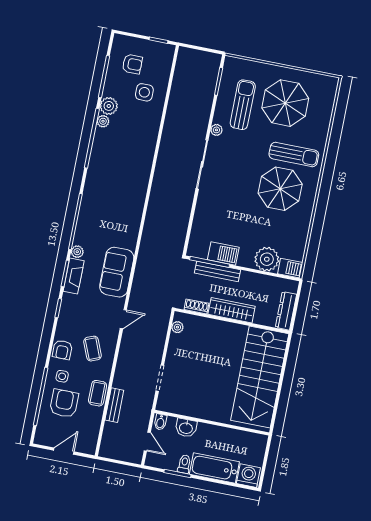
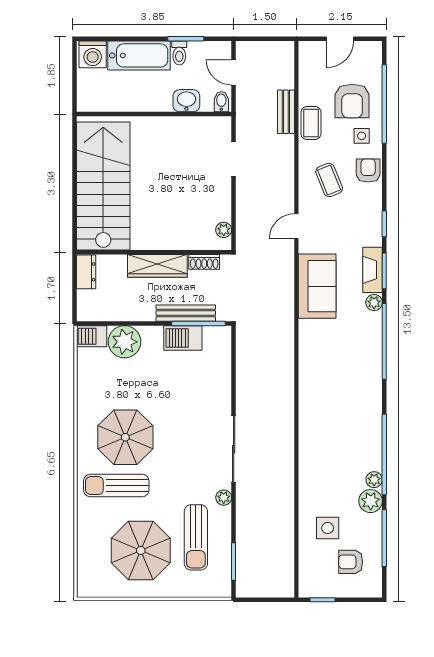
dresser: (286, 311) -> (86, 272), width x0.70

